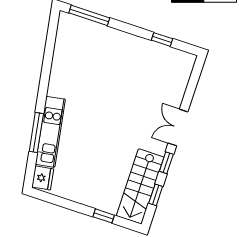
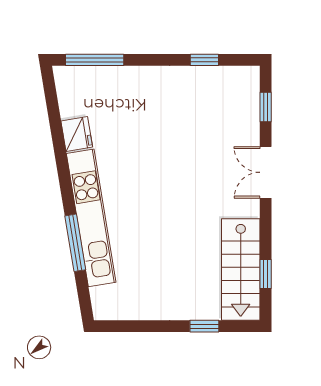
kitchen unit: (50, 132) -> (91, 218), width x1.36
window: (166, 163) -> (266, 107), moved
fridge: (43, 178) -> (77, 134), moved

